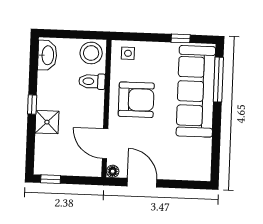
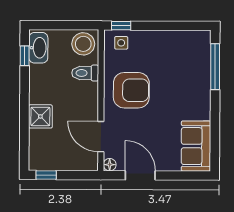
window: (181, 38) -> (121, 26), moved
sofa: (196, 91) -> (196, 146), moved, width x0.54, depth x0.79
window: (32, 105) -> (25, 56), moved

